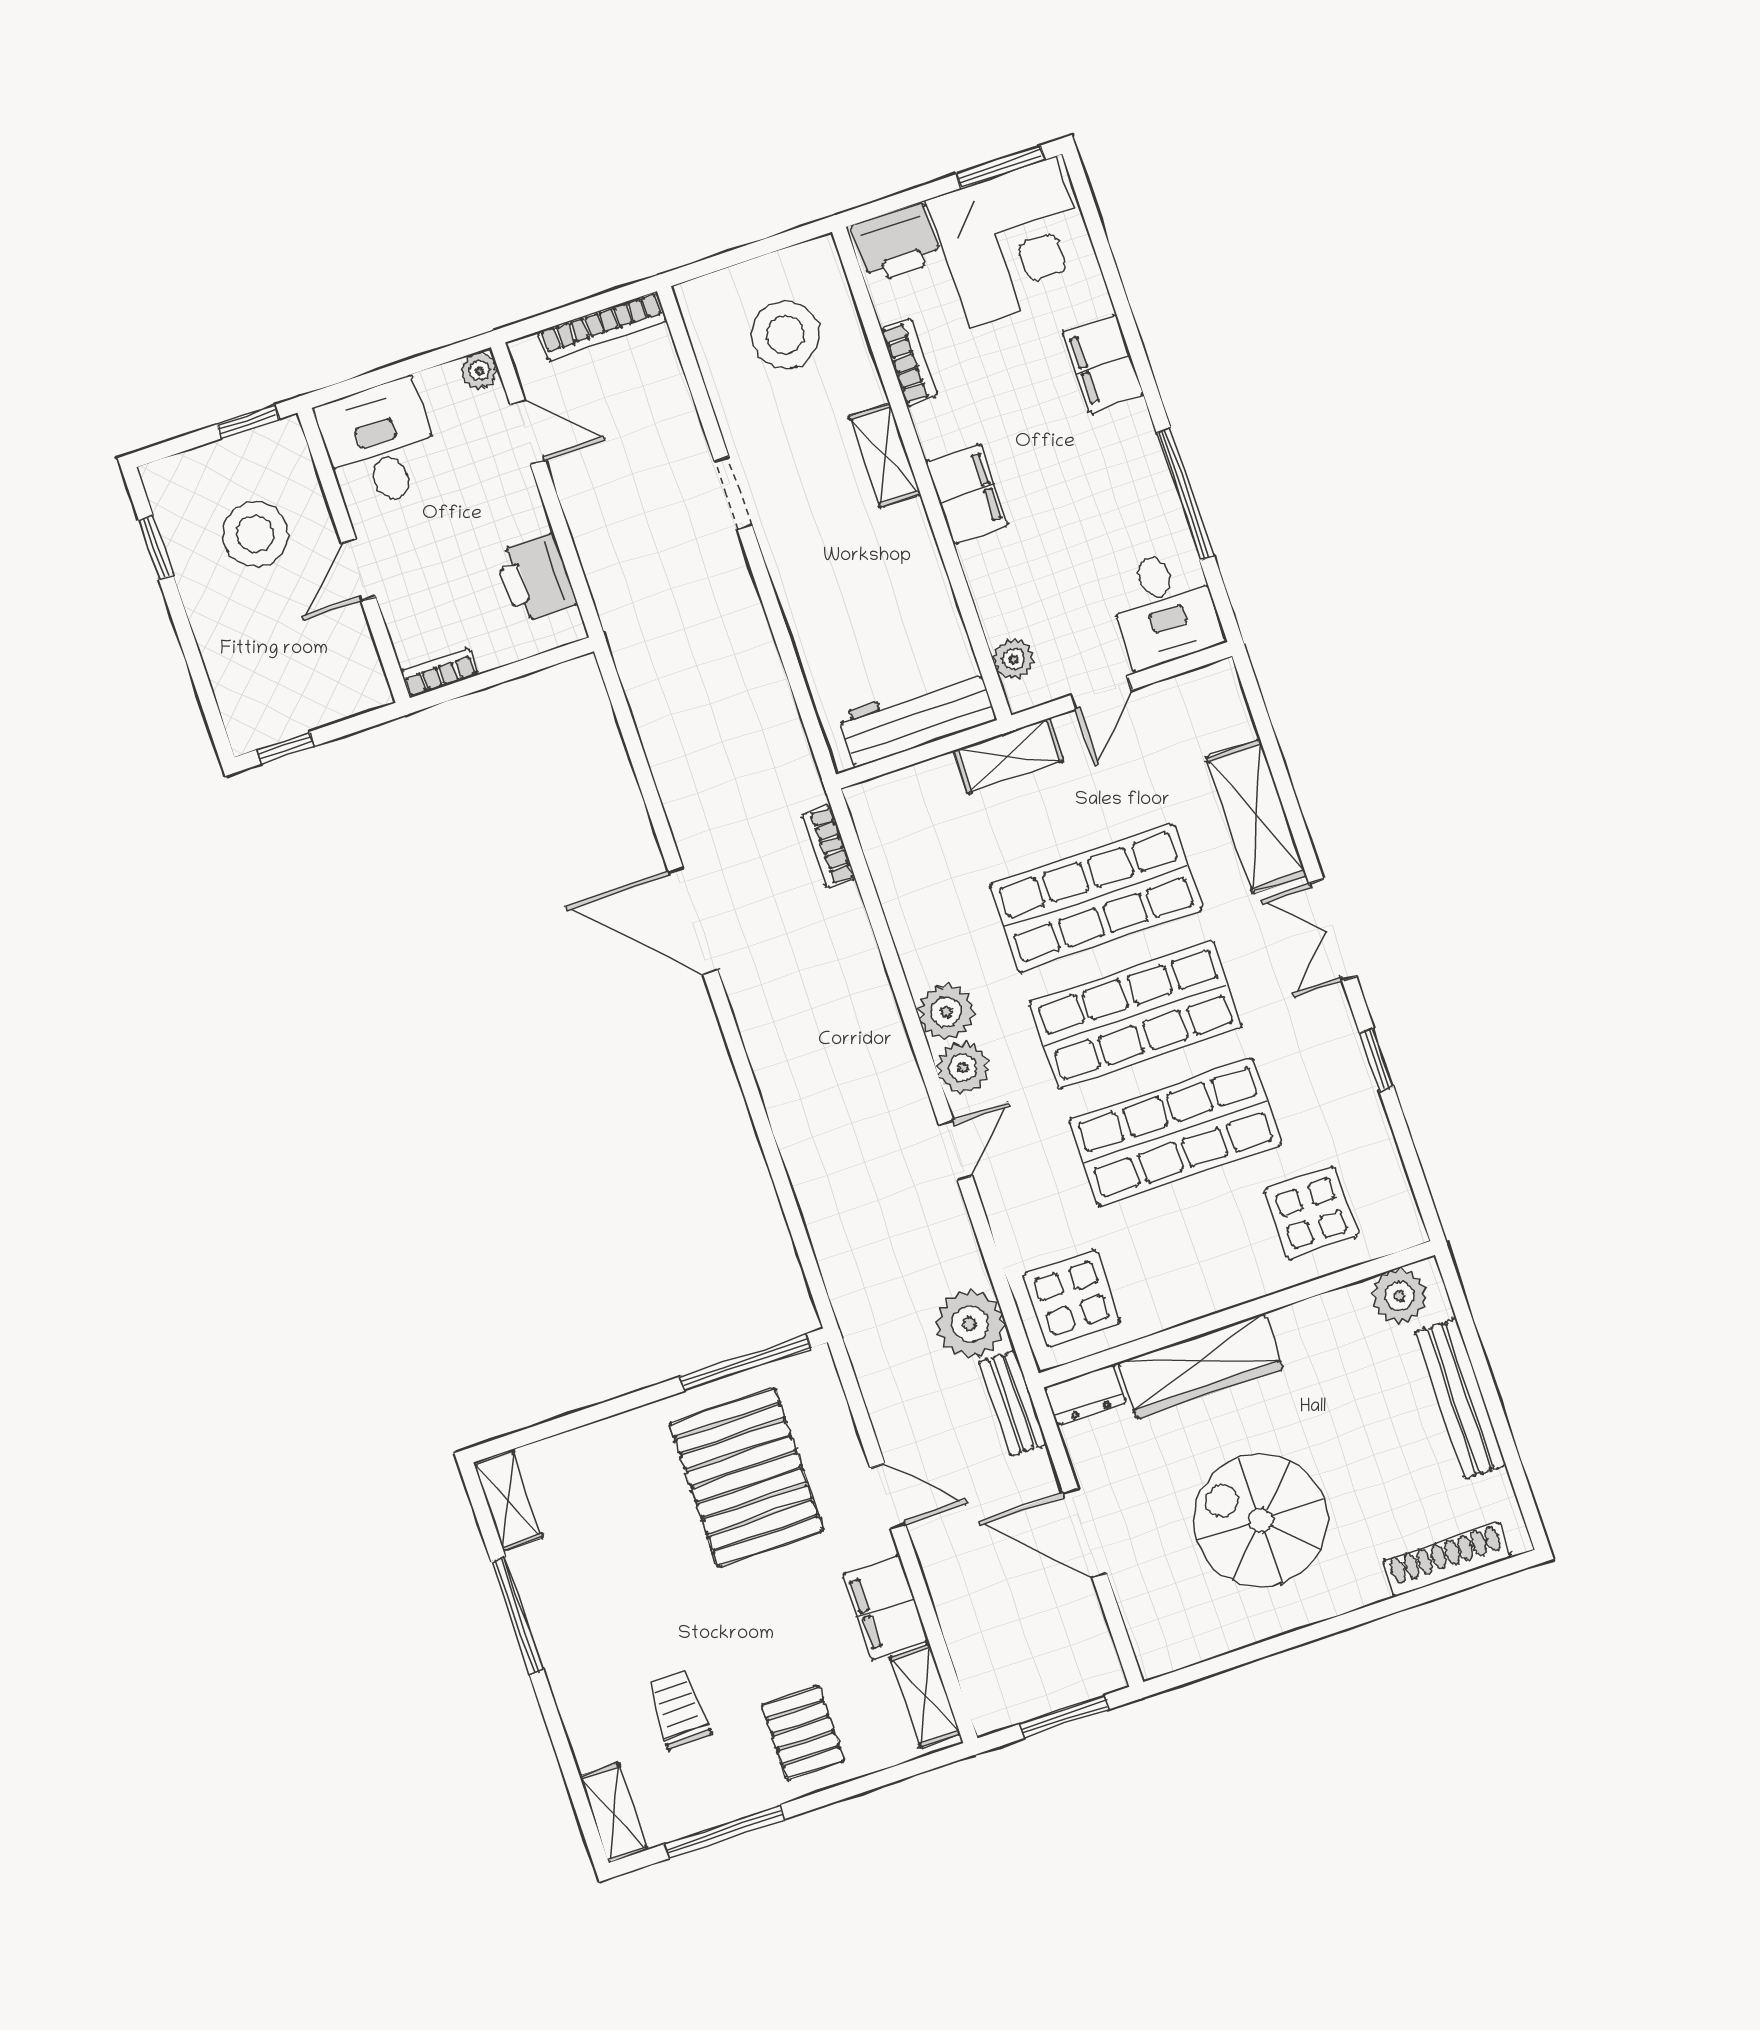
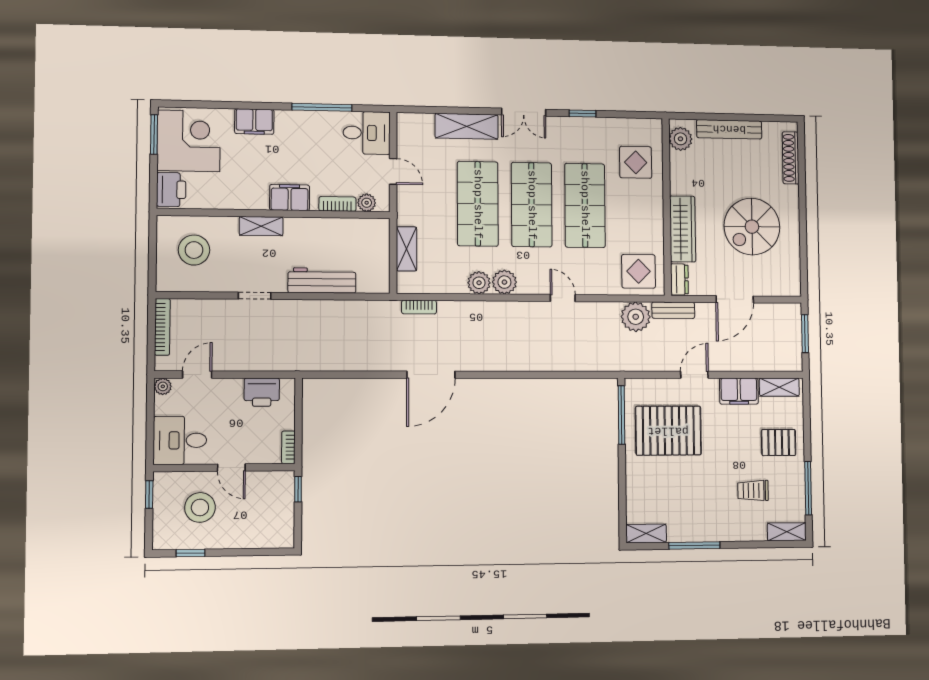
bookcase: (909, 362) -> (337, 204), moved
workbench: (917, 717) -> (322, 280), moved, turned 90
window: (285, 748) -> (298, 489), moved
shelving: (1008, 756) -> (406, 249), moved
plant: (963, 1068) -> (479, 283), moved

